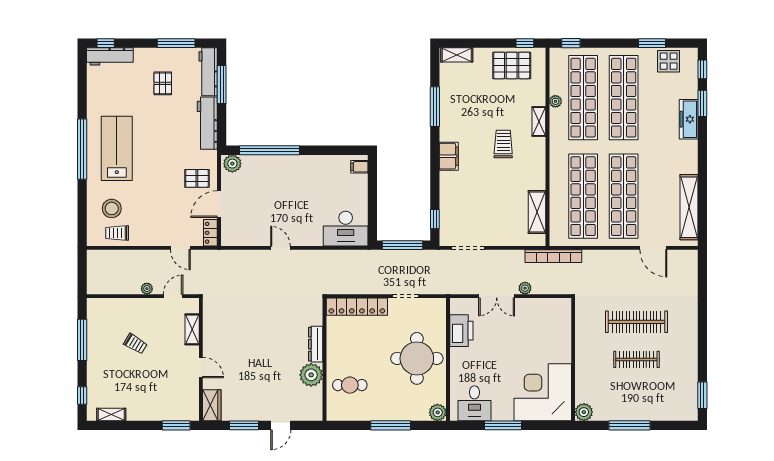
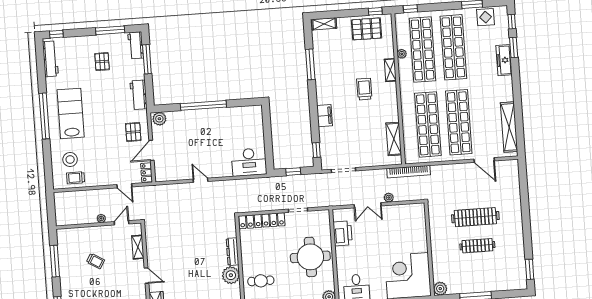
workbench: (110, 56) -> (50, 59), moved, turned -90
workbench: (208, 72) -> (136, 45), width x0.73
workbench: (207, 123) -> (139, 95), width x0.73
window: (270, 150) -> (203, 105), moved
filing cabinet: (449, 156) -> (325, 116), moved
filing cabinet: (359, 167) -> (256, 114), removed
pallet: (197, 178) -> (133, 132), turned 90
window: (403, 245) -> (293, 172), width x0.46

